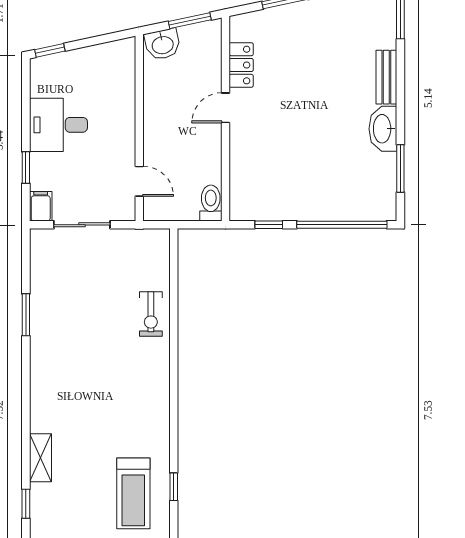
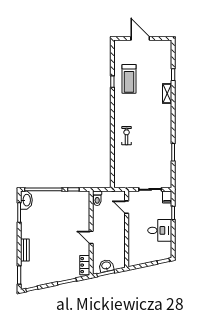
washbasin: (162, 44) -> (106, 266), moved
locker: (241, 65) -> (85, 265), moved
door: (225, 108) -> (91, 237), swing flipped
washbasin: (383, 129) -> (26, 200), moved
exercise bike: (151, 314) -> (127, 136), moved
treadmill: (133, 493) -> (129, 79), turned 180

